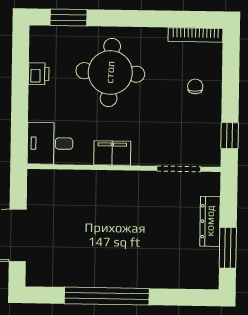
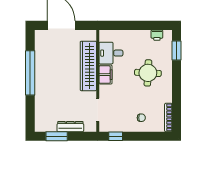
round table: (110, 72) -> (148, 73), width x0.73, depth x0.73
printer: (39, 74) -> (157, 35), moved
desk: (50, 143) -> (111, 53), moved, turned -90
wardrobe: (95, 185) -> (88, 66), added

